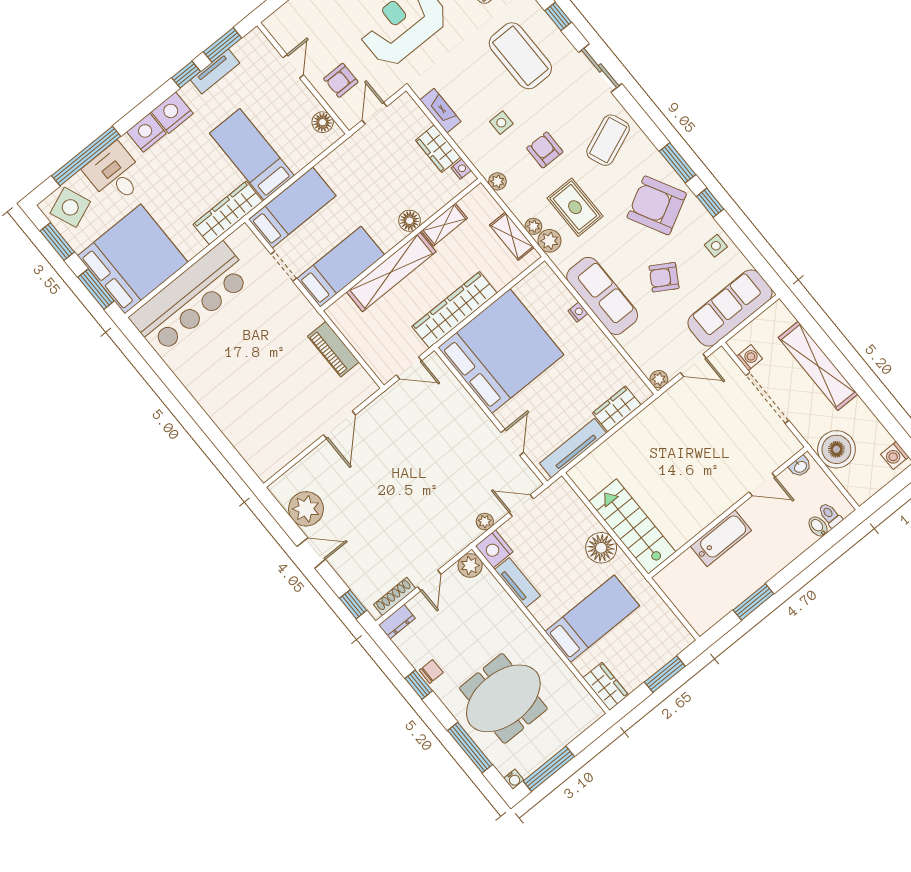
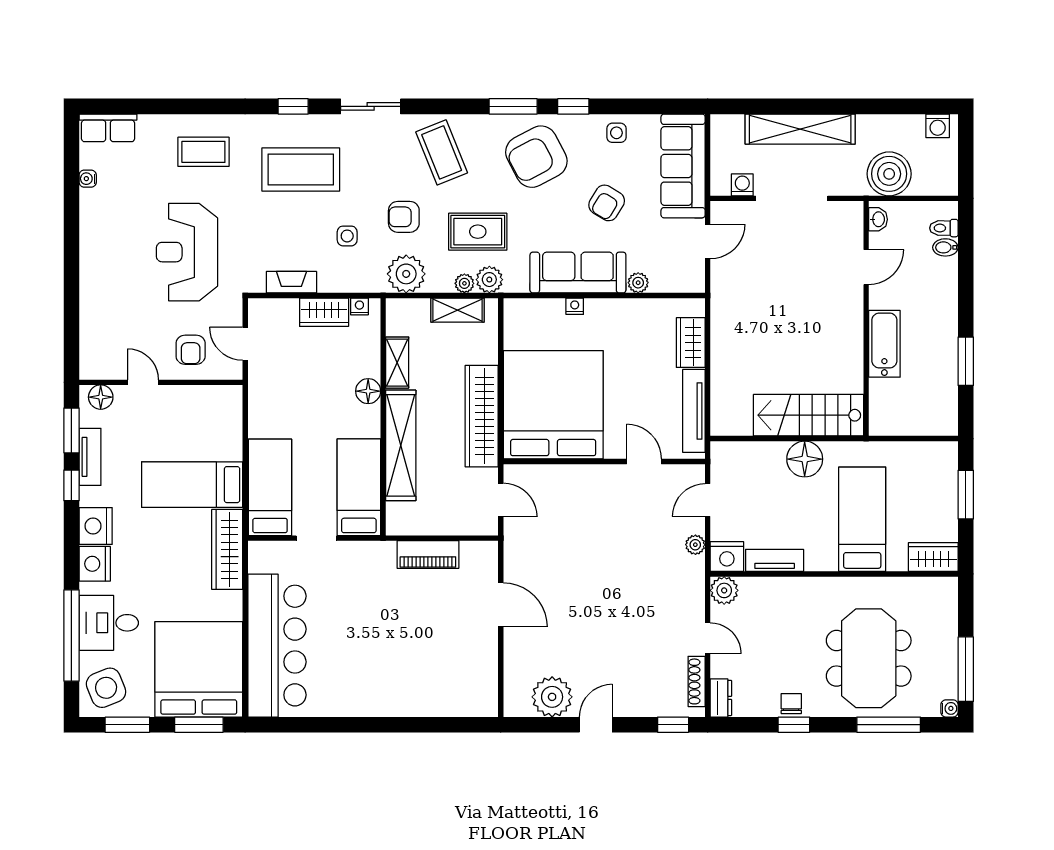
floor lamp: (323, 122) -> (101, 397), moved
plant: (497, 181) -> (406, 274), width x1.88, depth x1.88
door: (409, 368) -> (501, 500), hinge flipped
plant: (659, 379) -> (638, 283), moved

